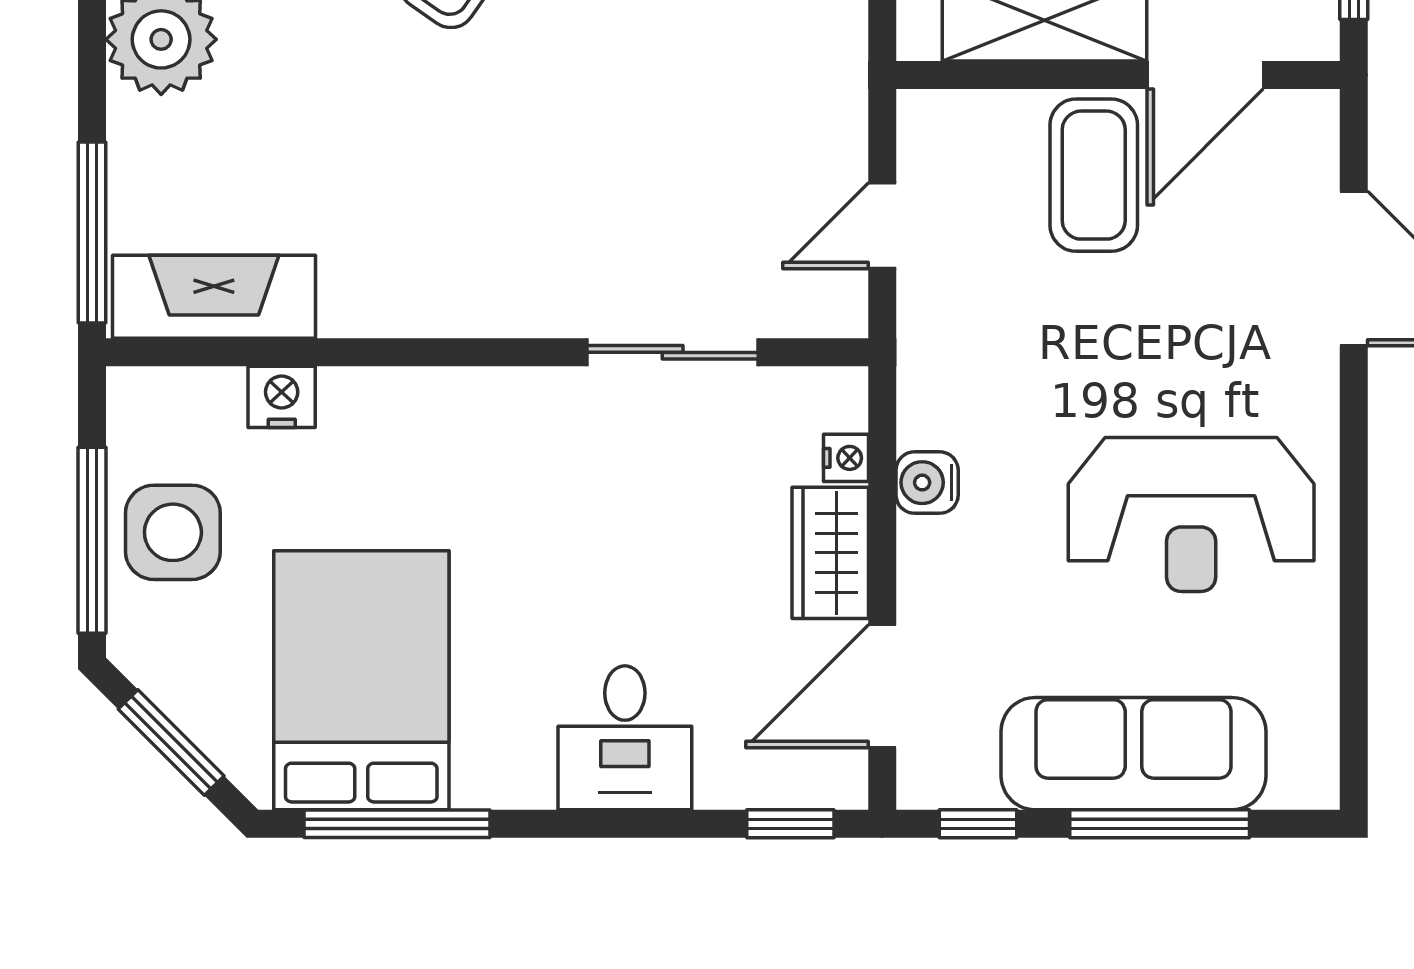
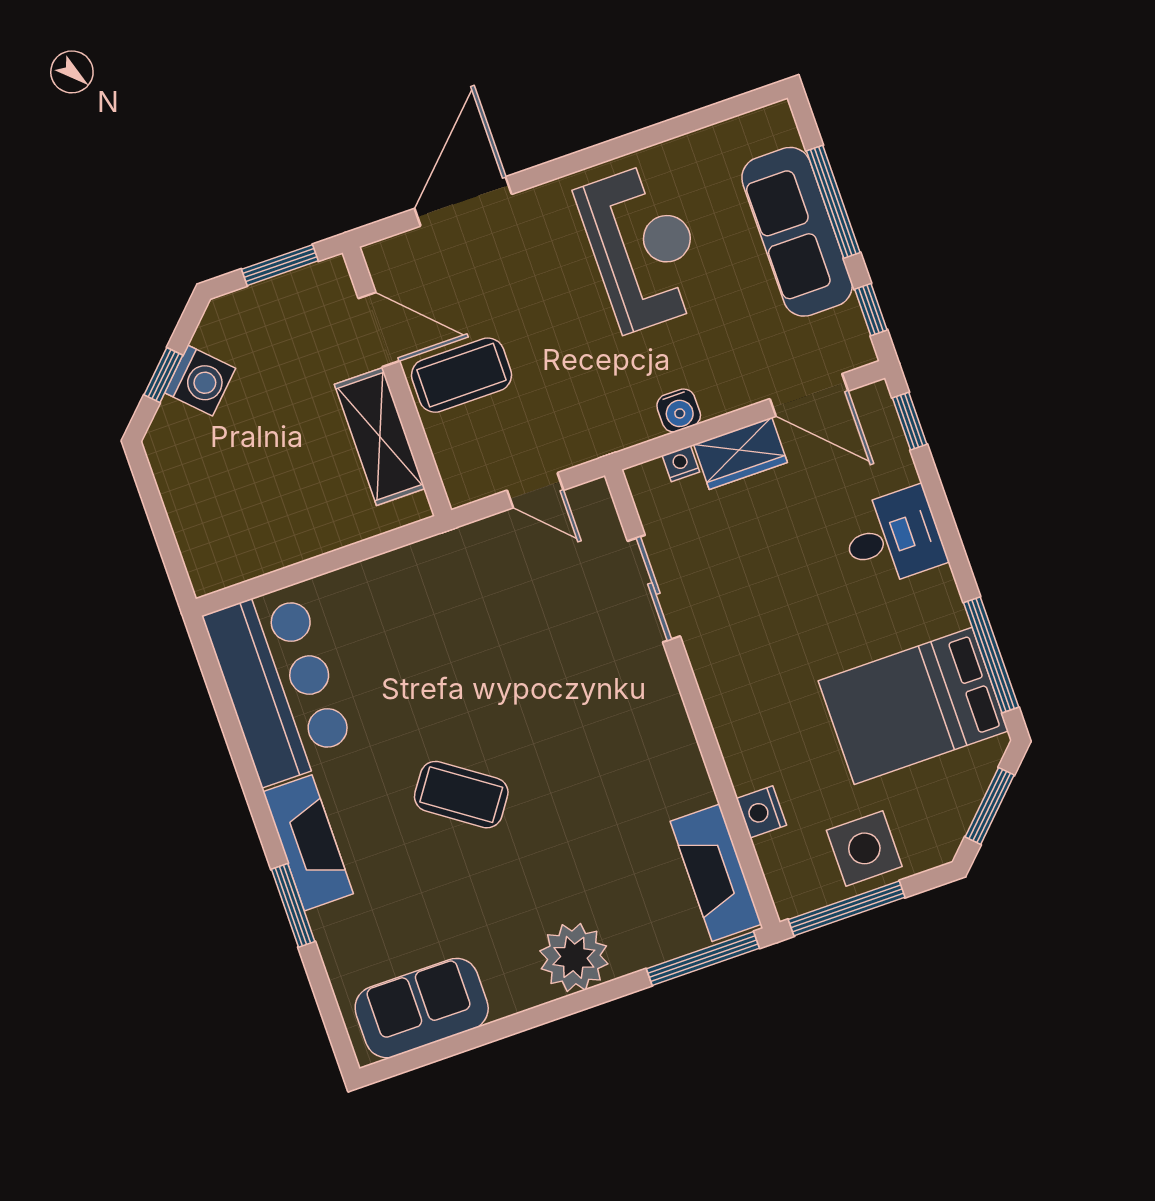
window: (92, 540) -> (847, 908), moved

